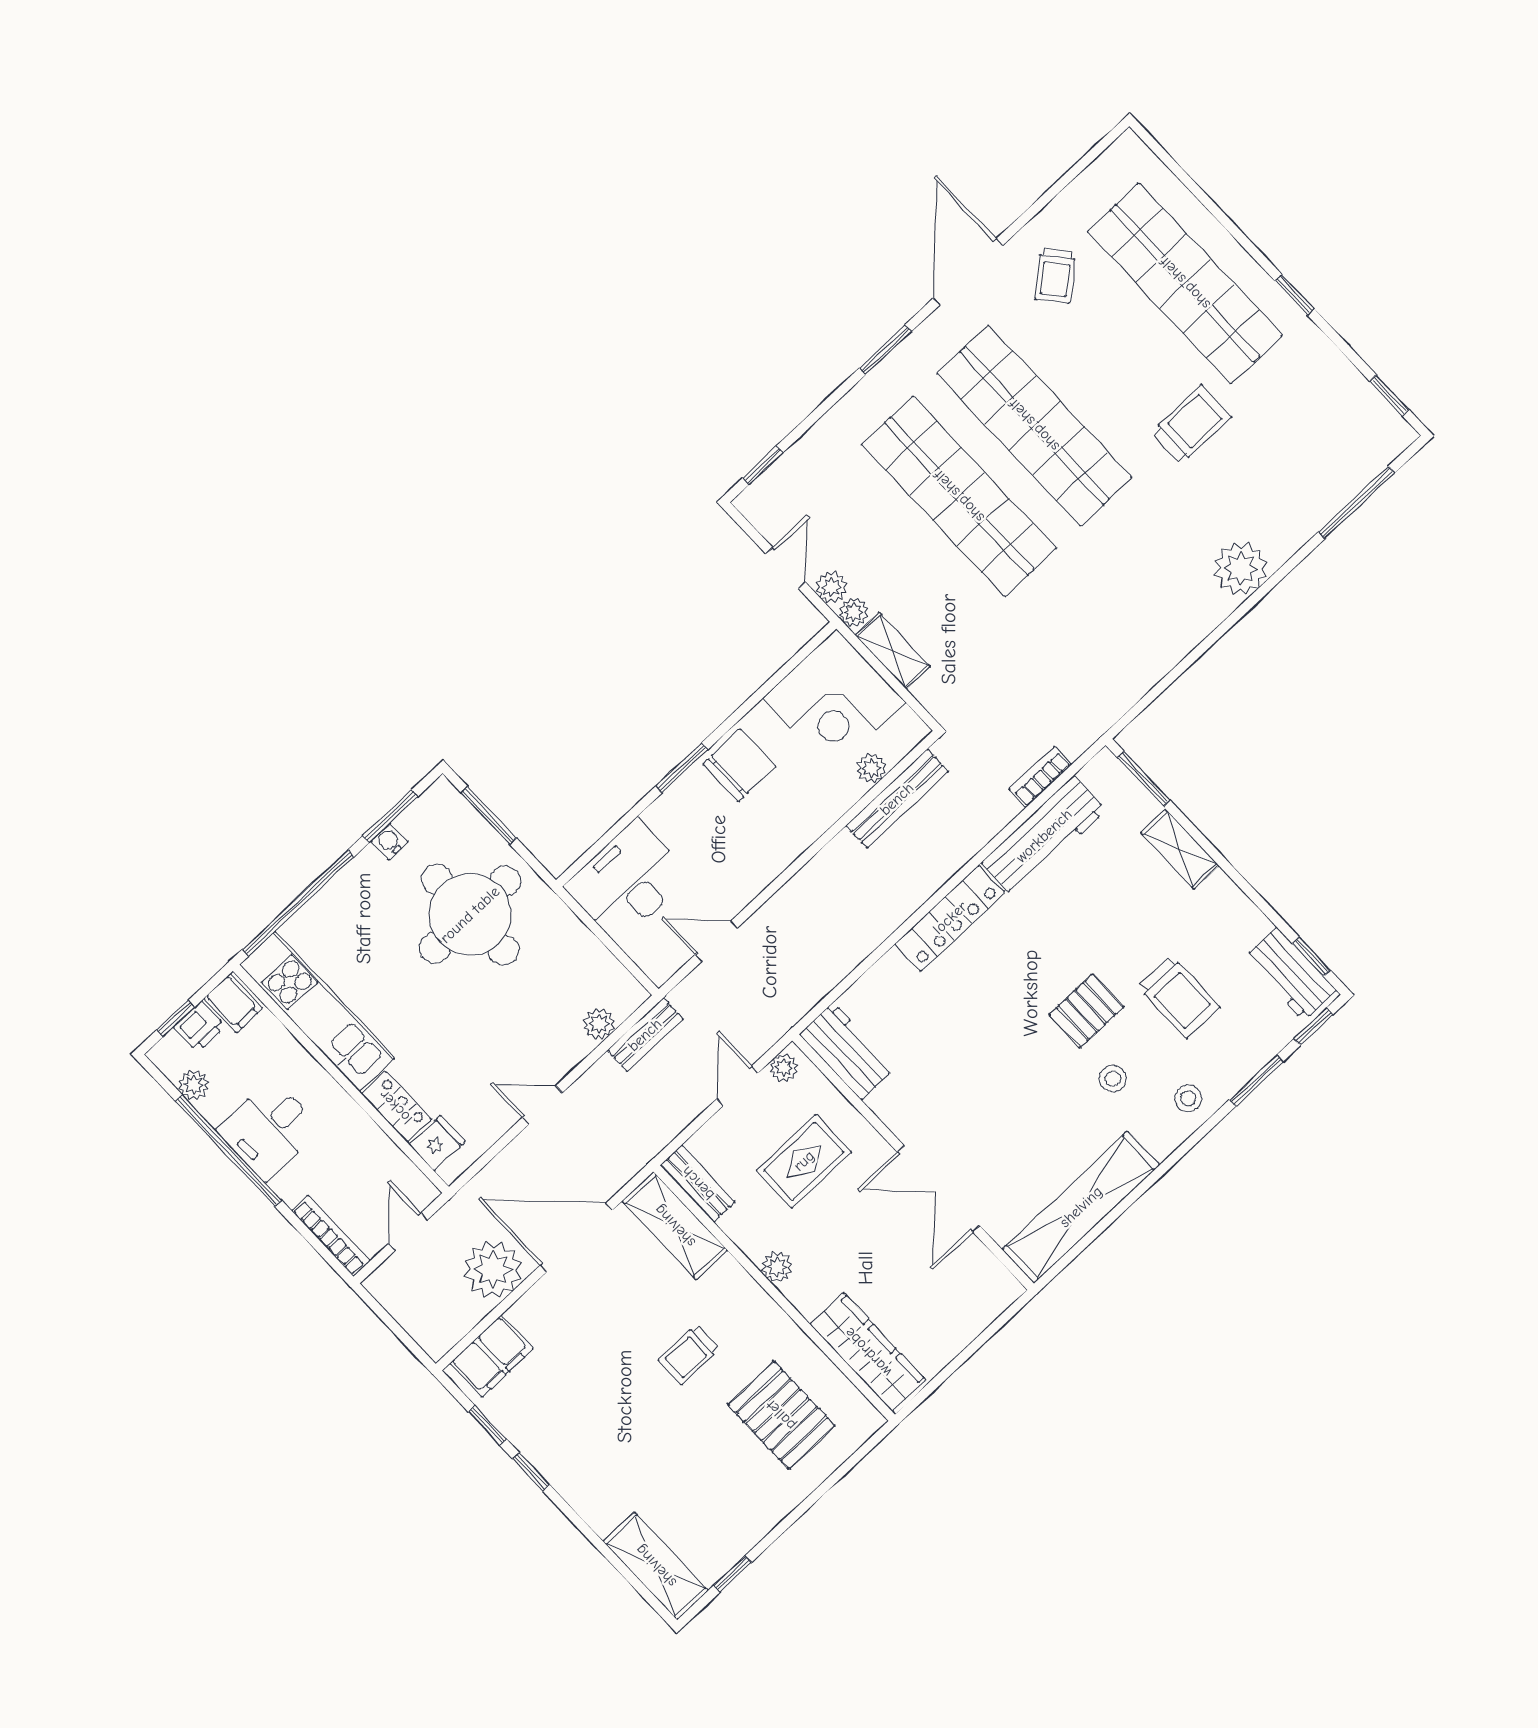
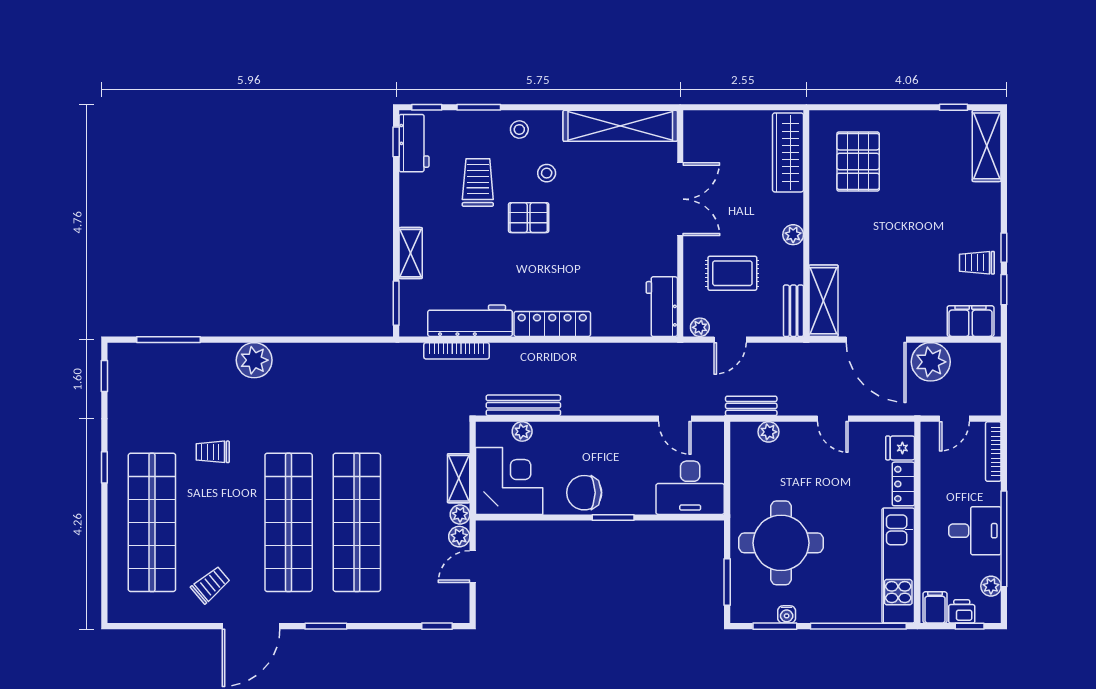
trolley: (1191, 424) -> (213, 452), width x0.73, depth x0.72
bookcase: (1040, 777) -> (457, 351), width x1.56
trolley: (689, 1355) -> (977, 263), moved, turned 180

